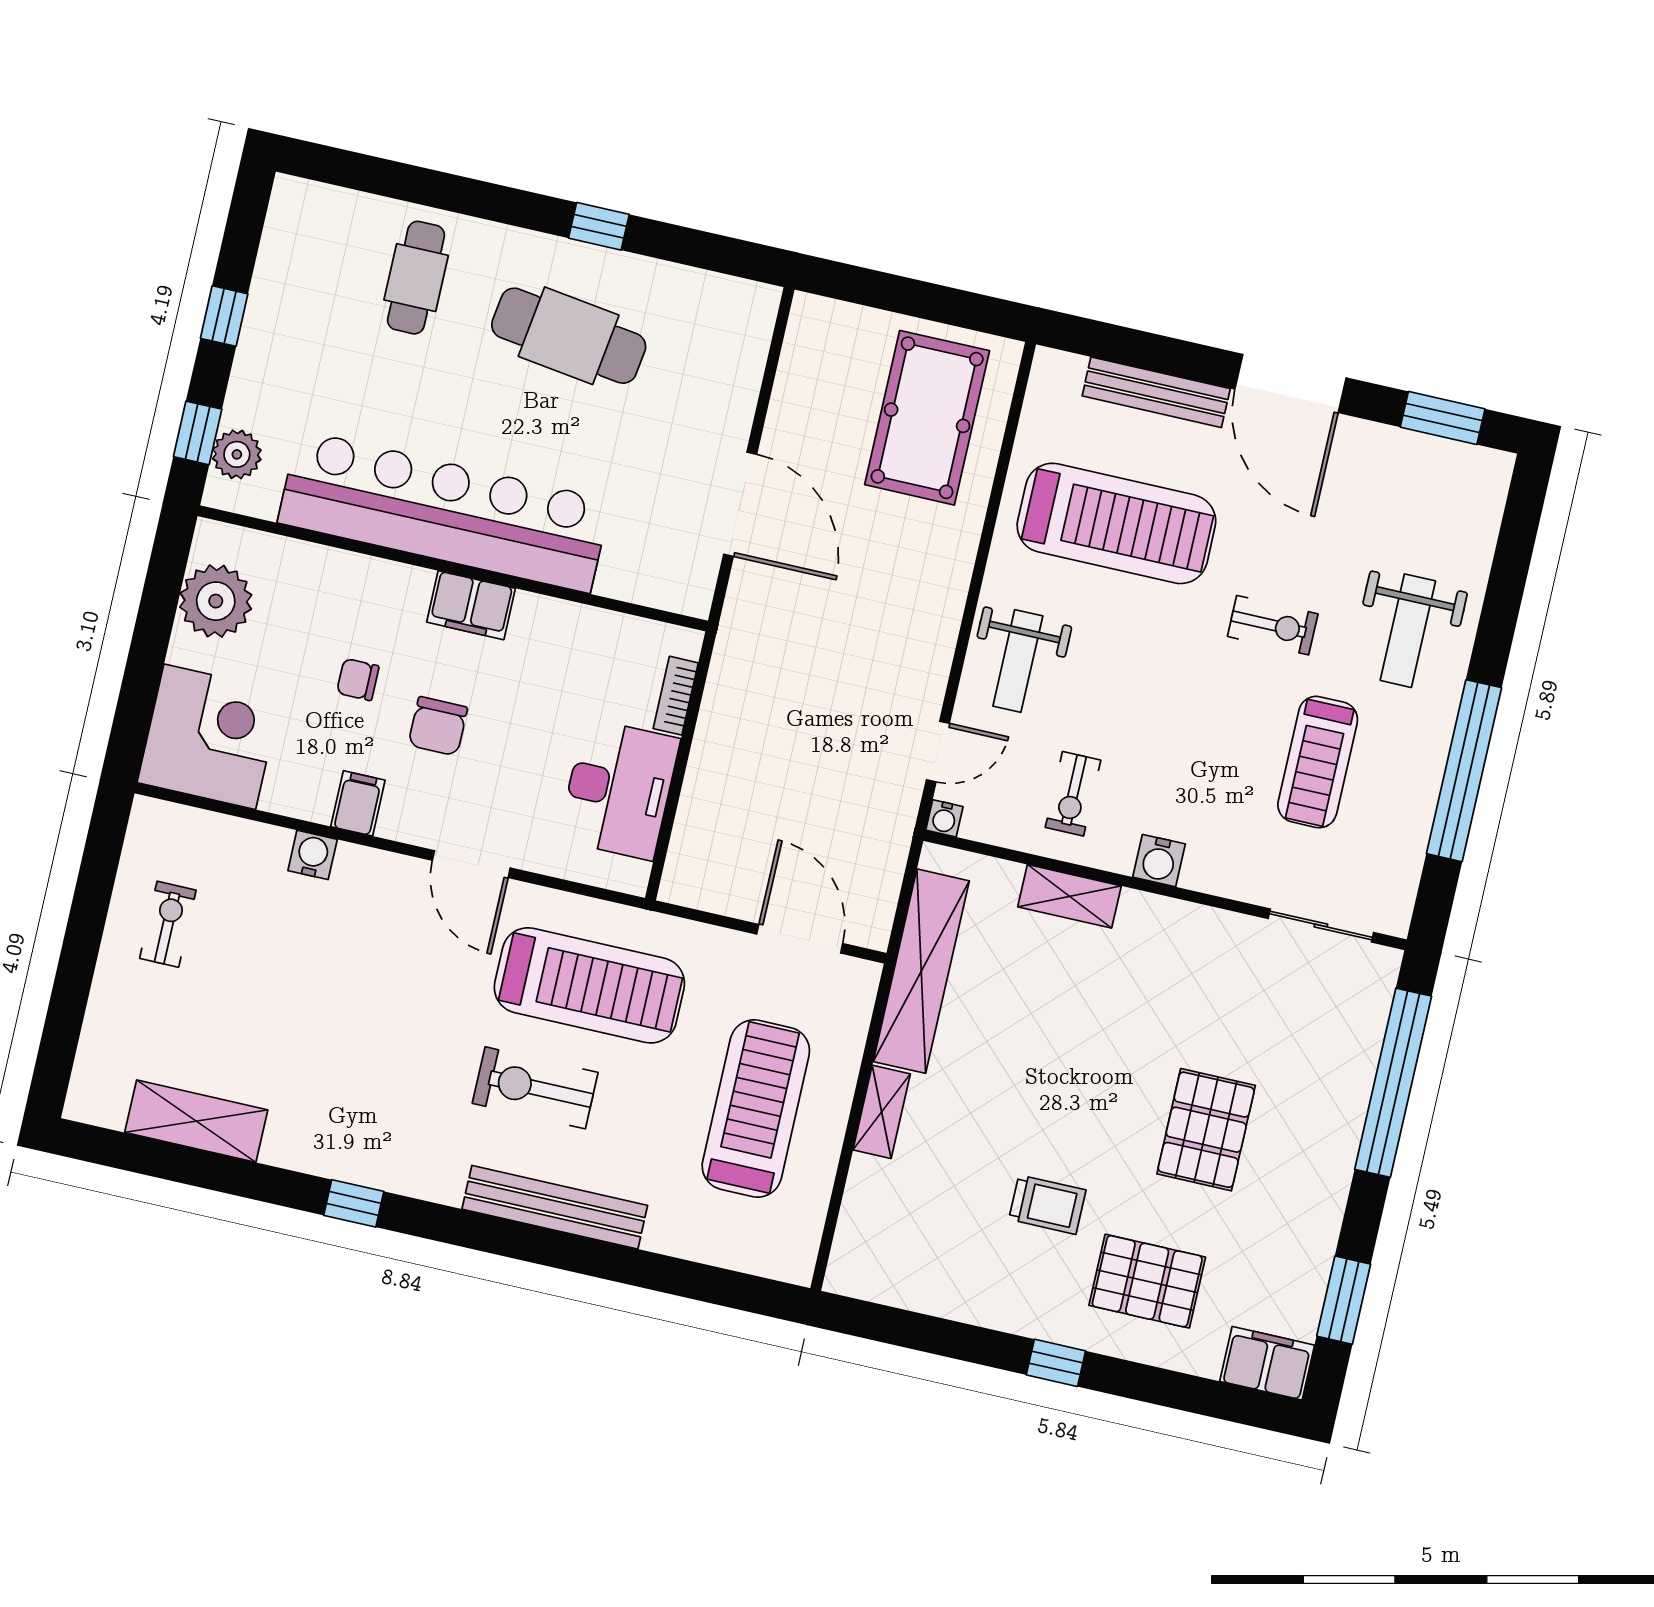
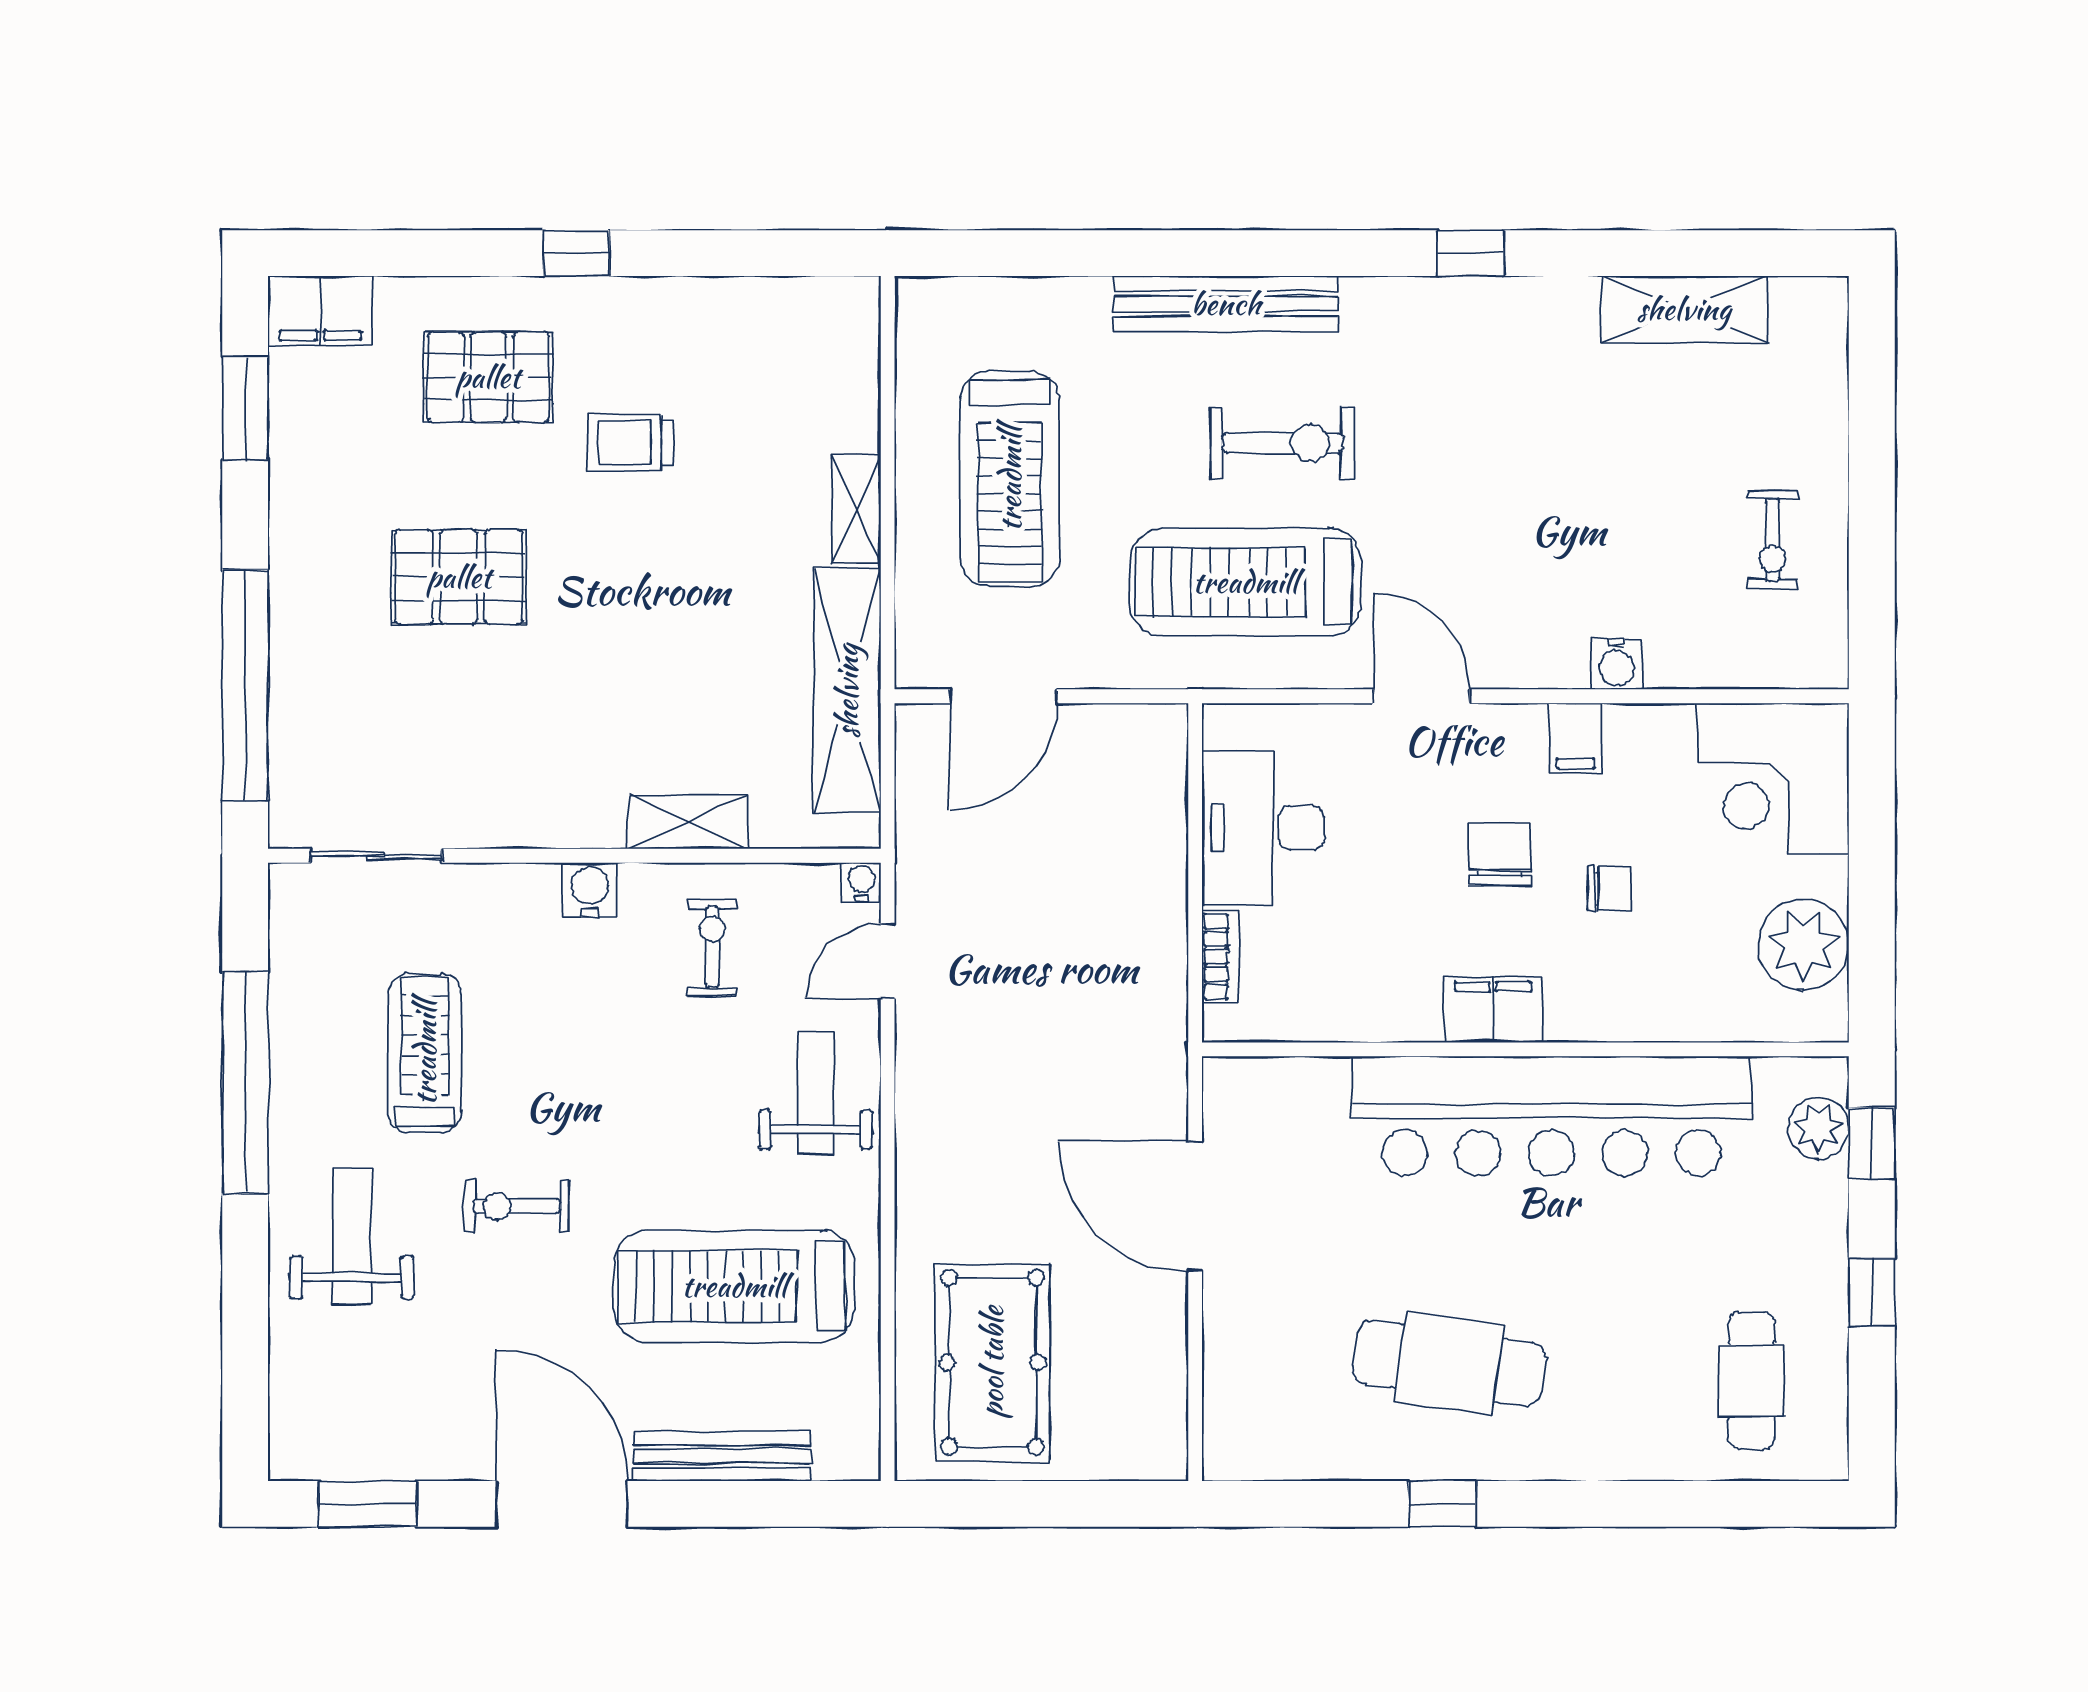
cafe table: (416, 278) -> (1751, 1381), moved
door: (800, 939) -> (1003, 696), hinge flipped
pallet: (1206, 1130) -> (459, 577), turned 90

